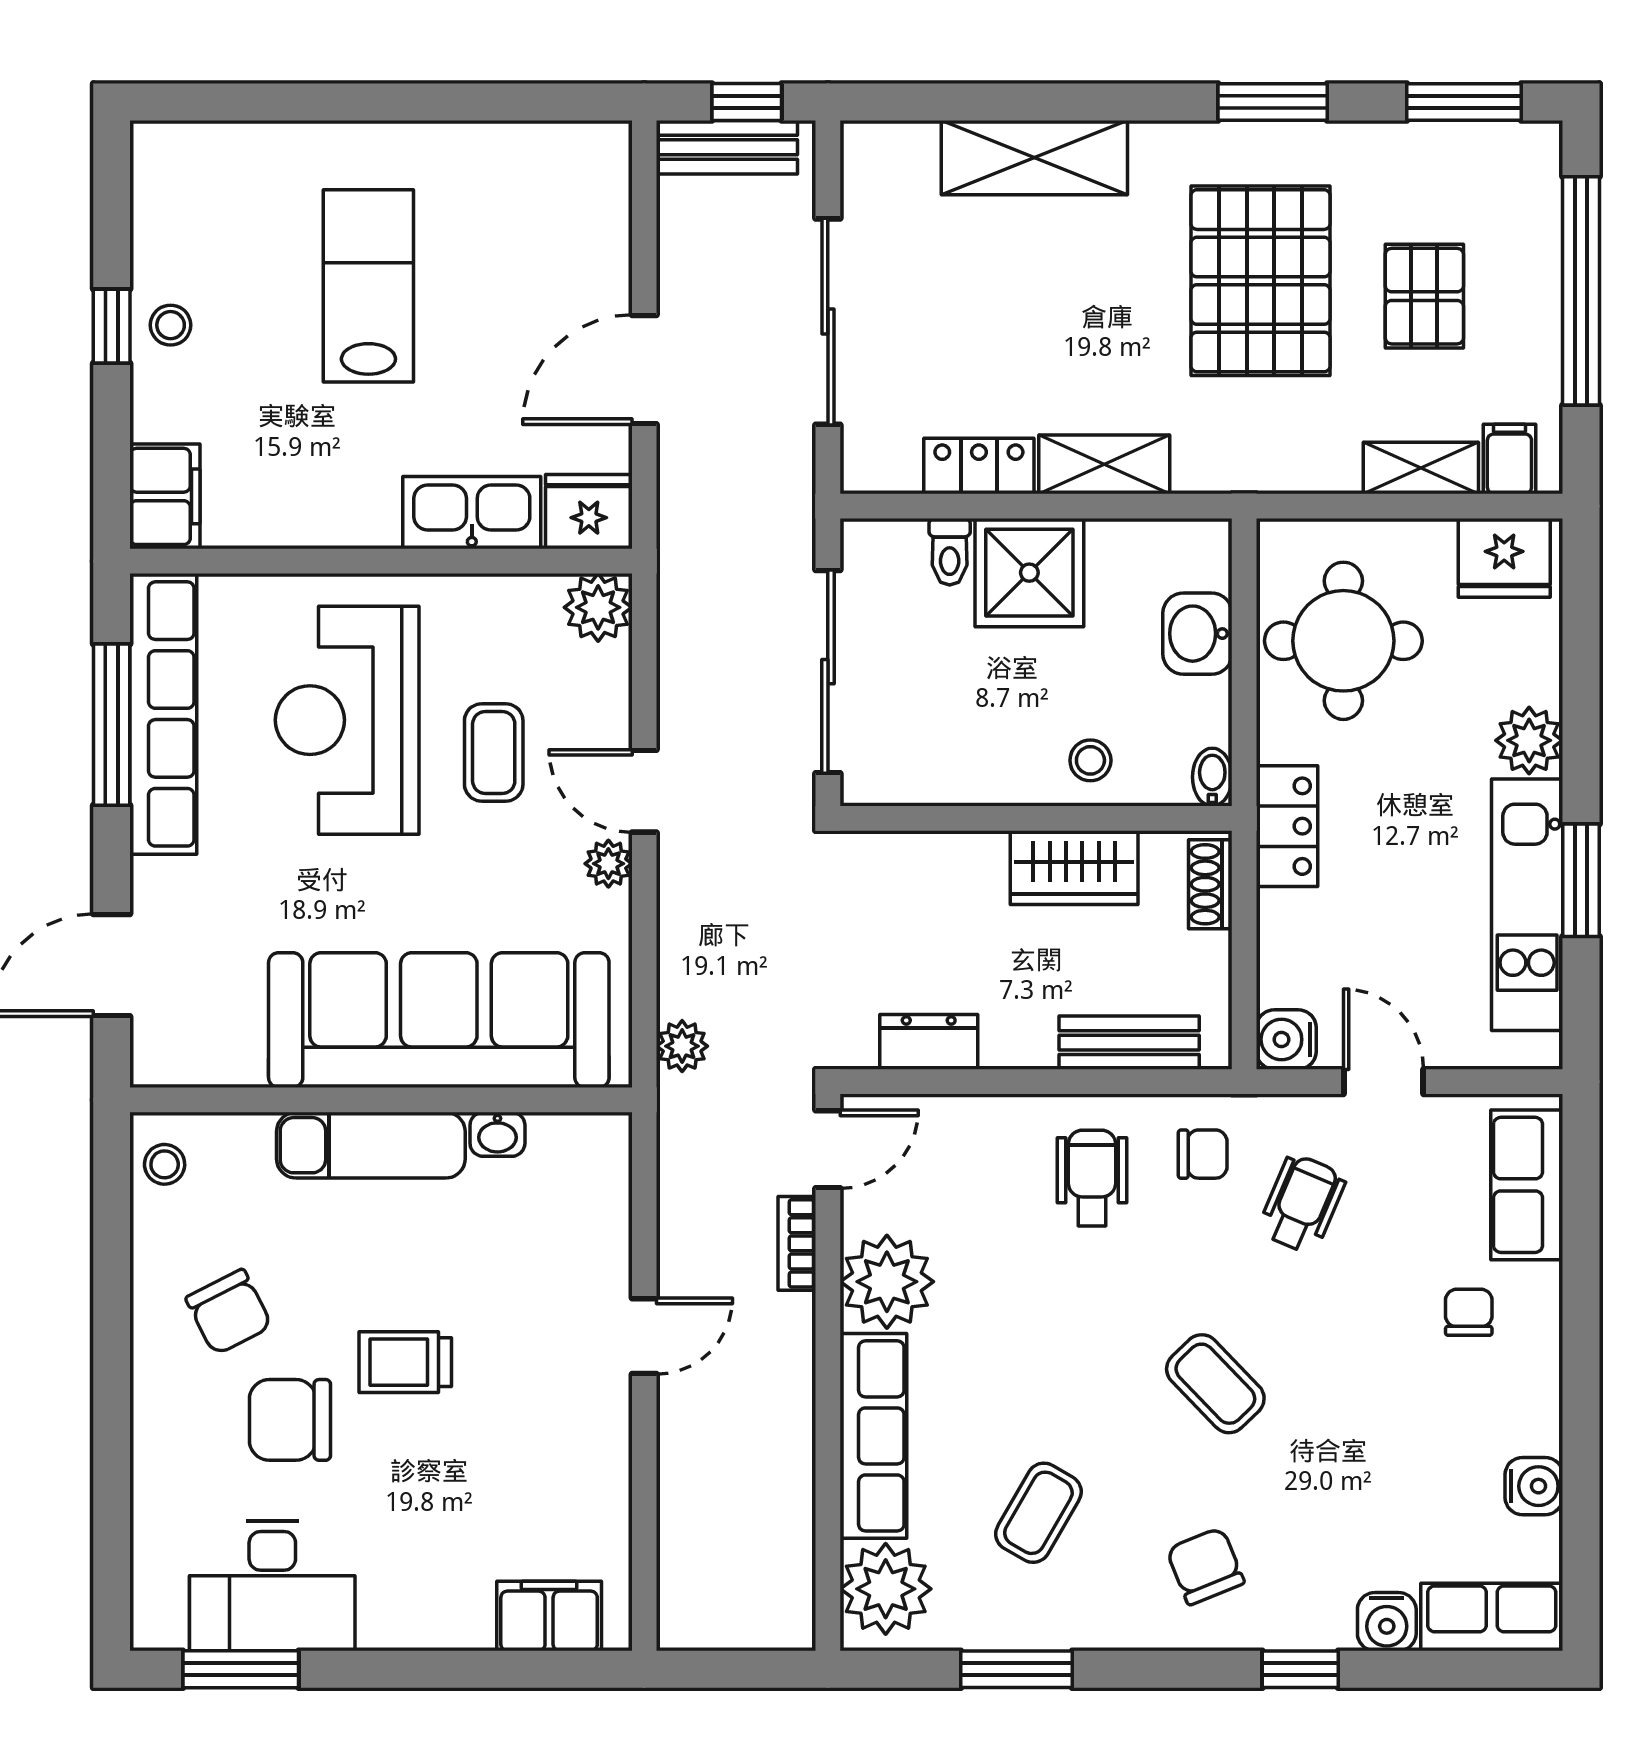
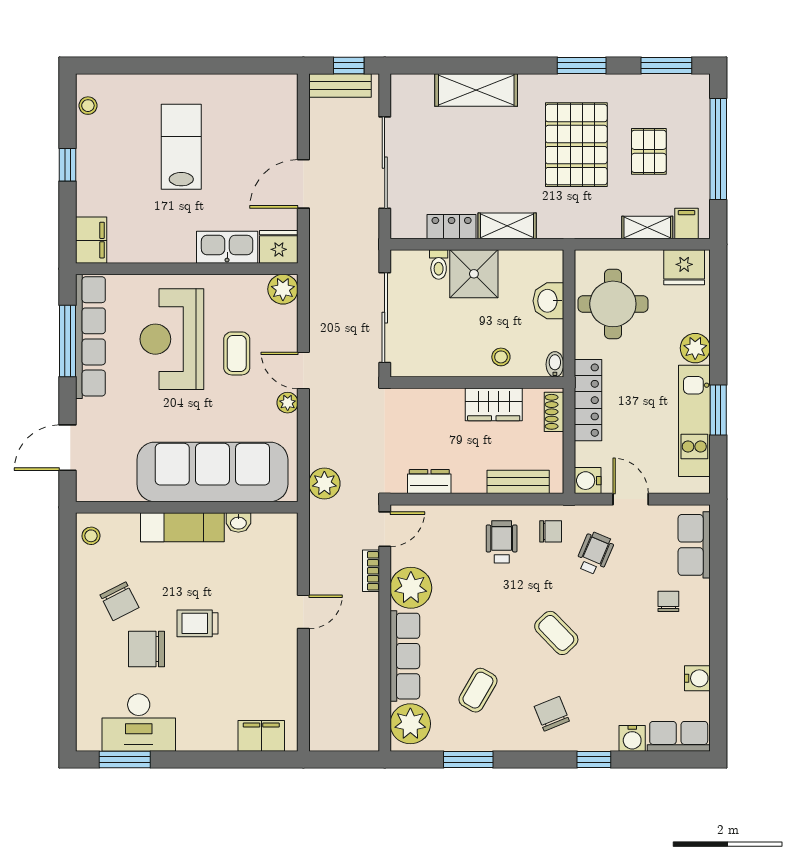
stool: (171, 325) -> (88, 106), moved
locker: (1287, 826) -> (588, 400), width x1.53
plant: (682, 1046) -> (324, 483), width x1.38, depth x1.38

